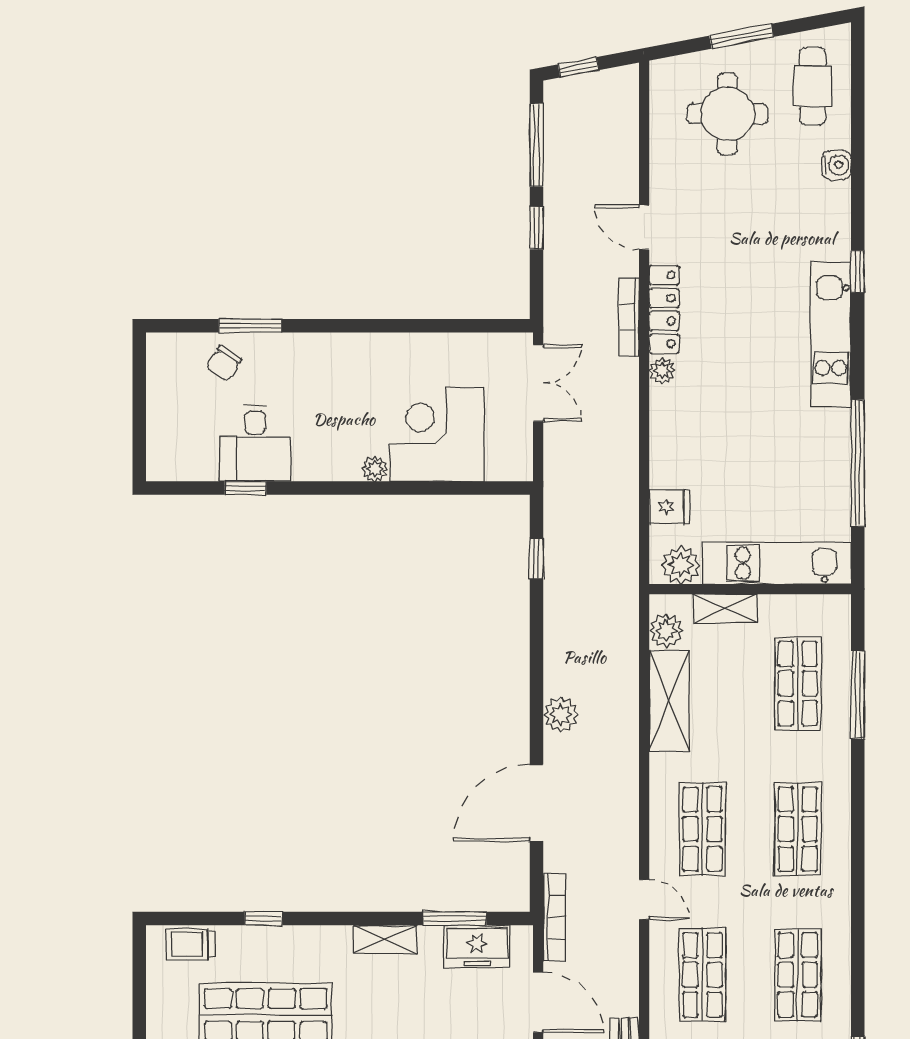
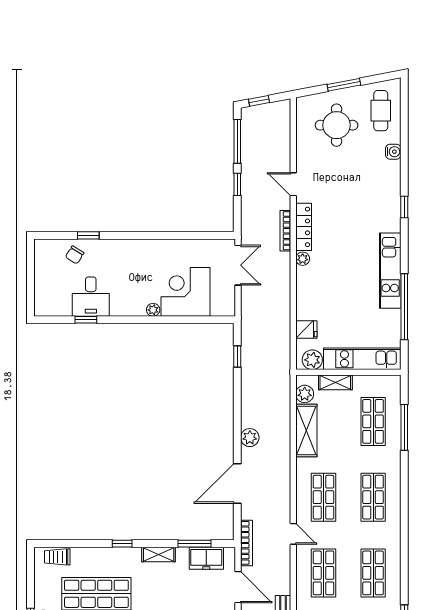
window: (250, 326) -> (88, 235), width x0.67
kitchen unit: (831, 334) -> (390, 271), moved
window: (263, 919) -> (122, 544), moved

